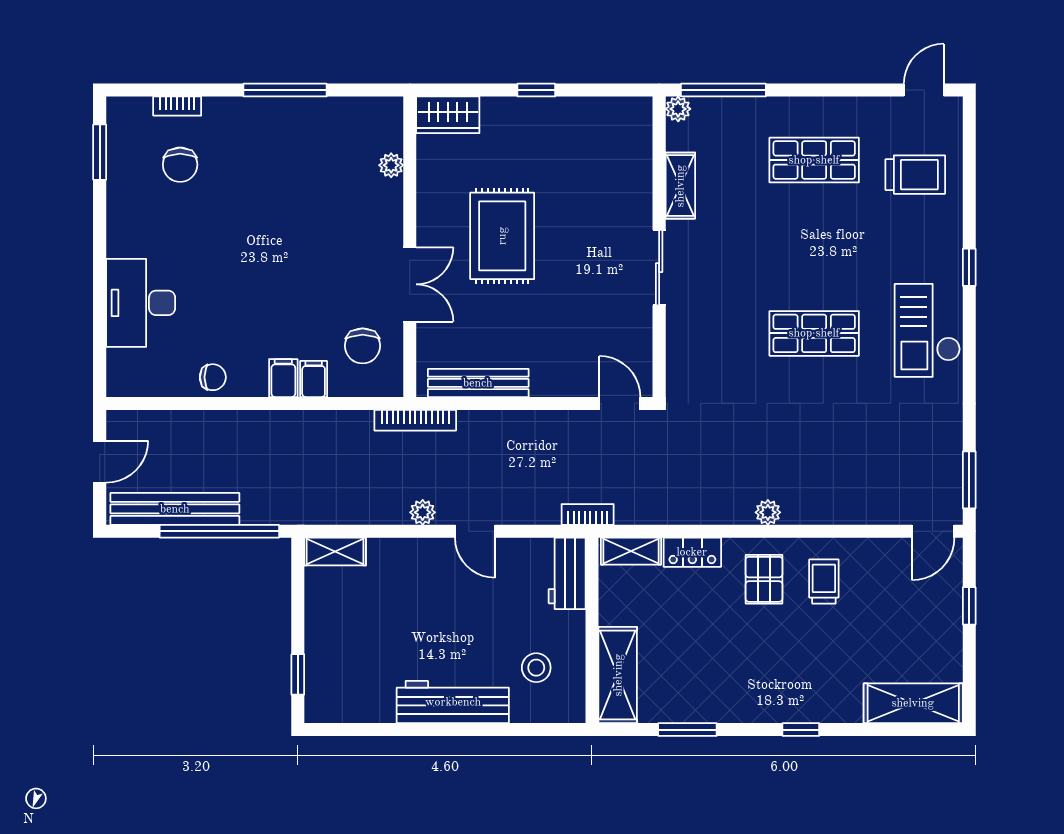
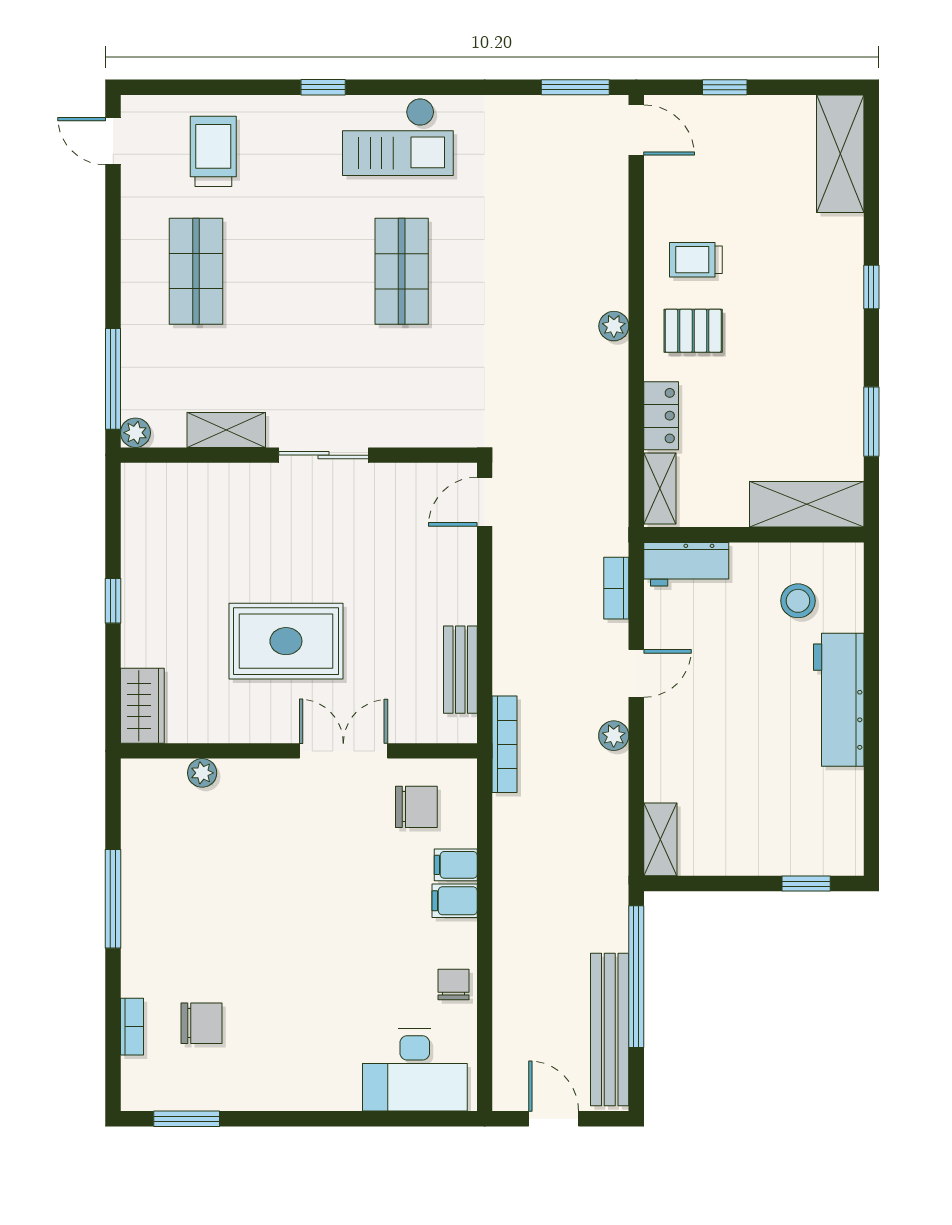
desk: (141, 303) -> (415, 1070), moved
bench: (478, 383) -> (460, 670), width x0.73
bookcase: (588, 514) -> (616, 588), moved

